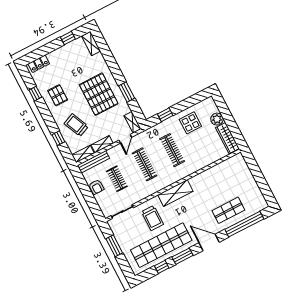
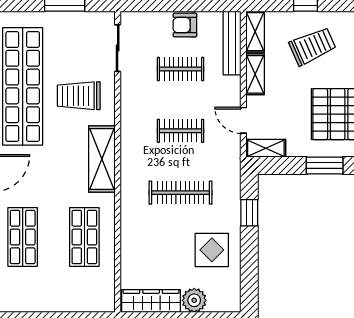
clothes rail: (145, 164) -> (180, 131), width x0.73
shop shelf: (214, 183) -> (84, 237), added

